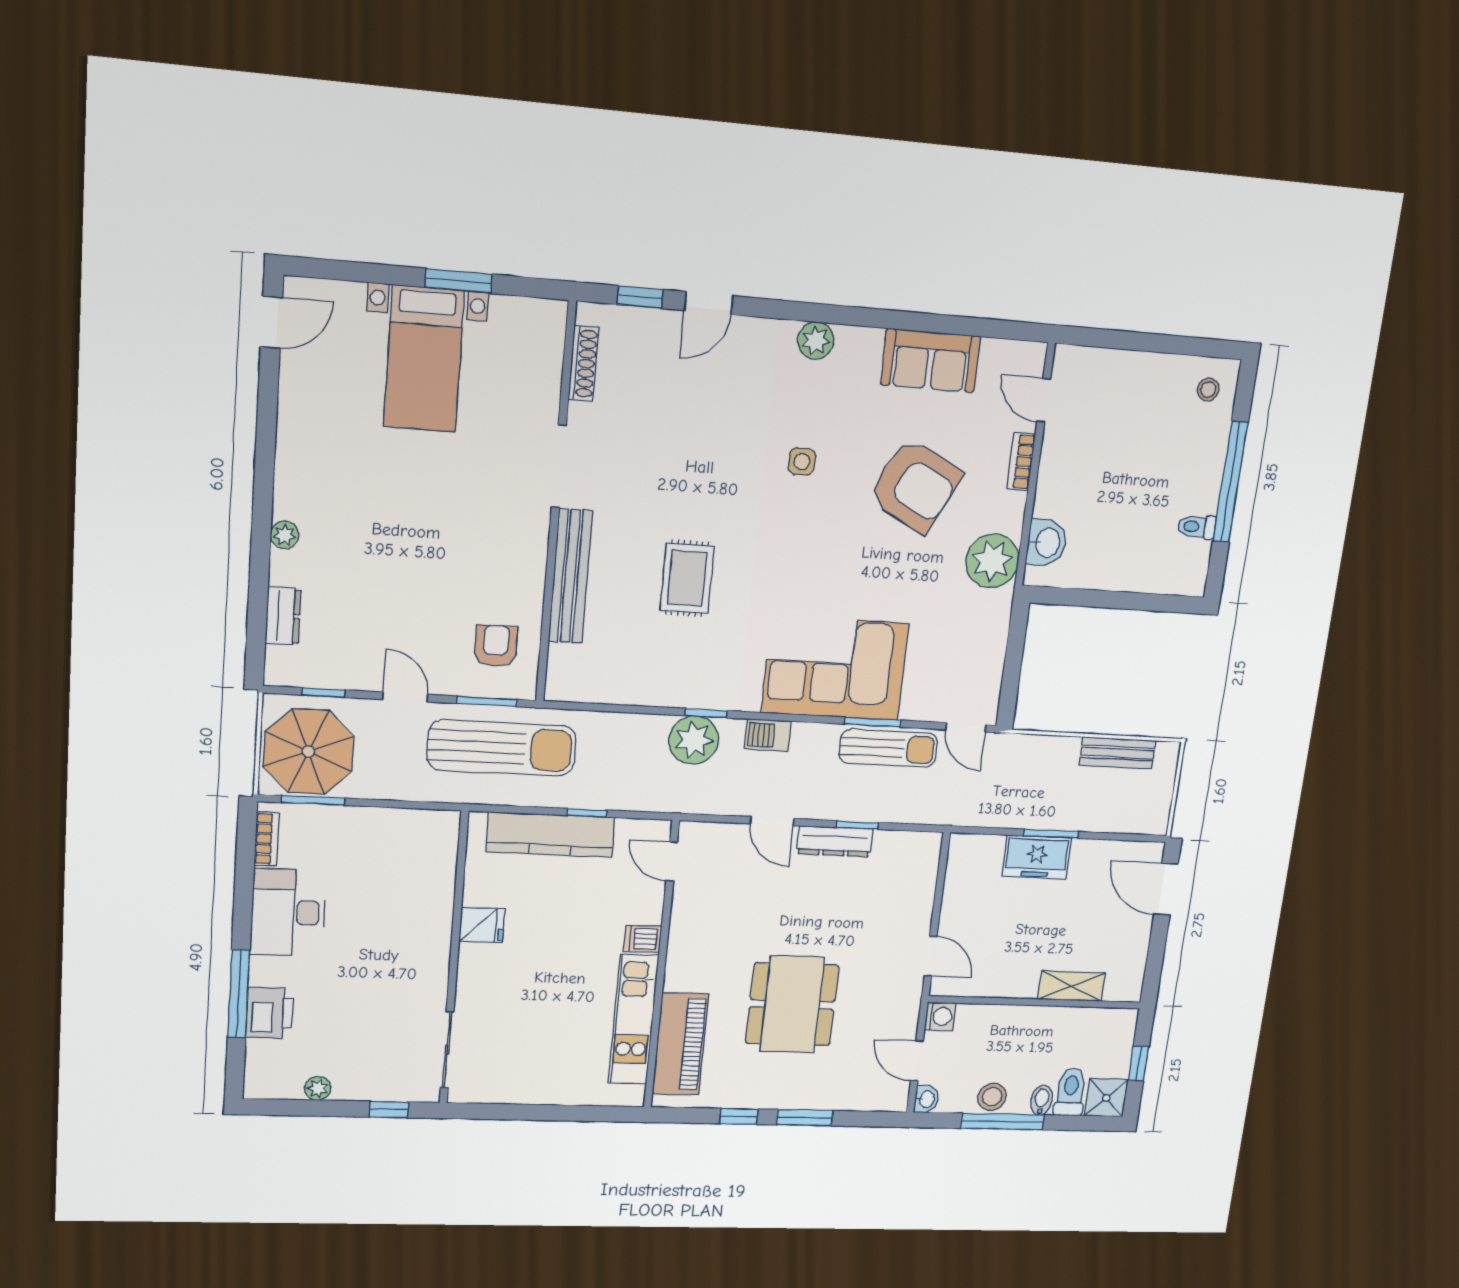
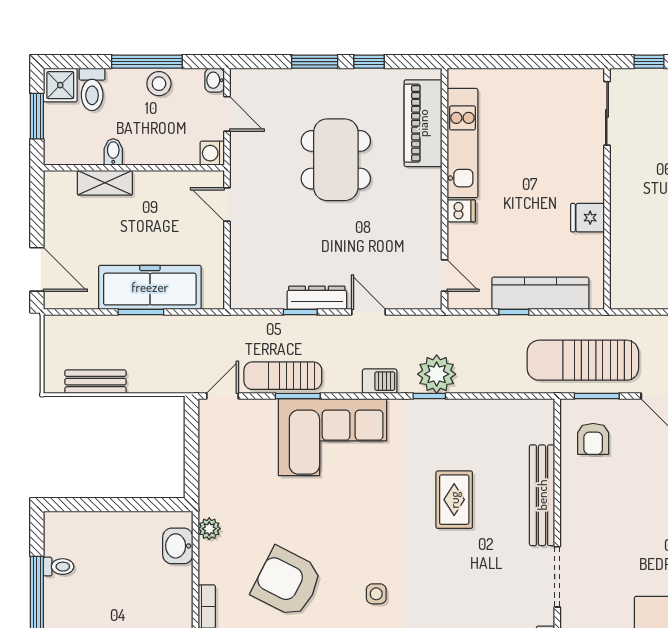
plant: (992, 561) -> (209, 529), width x0.53, depth x0.53
door: (966, 727) -> (222, 396), hinge flipped
freezer: (1037, 857) -> (150, 287), width x1.91, depth x1.26
window: (1138, 1064) -> (37, 116), width x1.50
bidet: (1042, 1100) -> (113, 152), moved, turned 180

